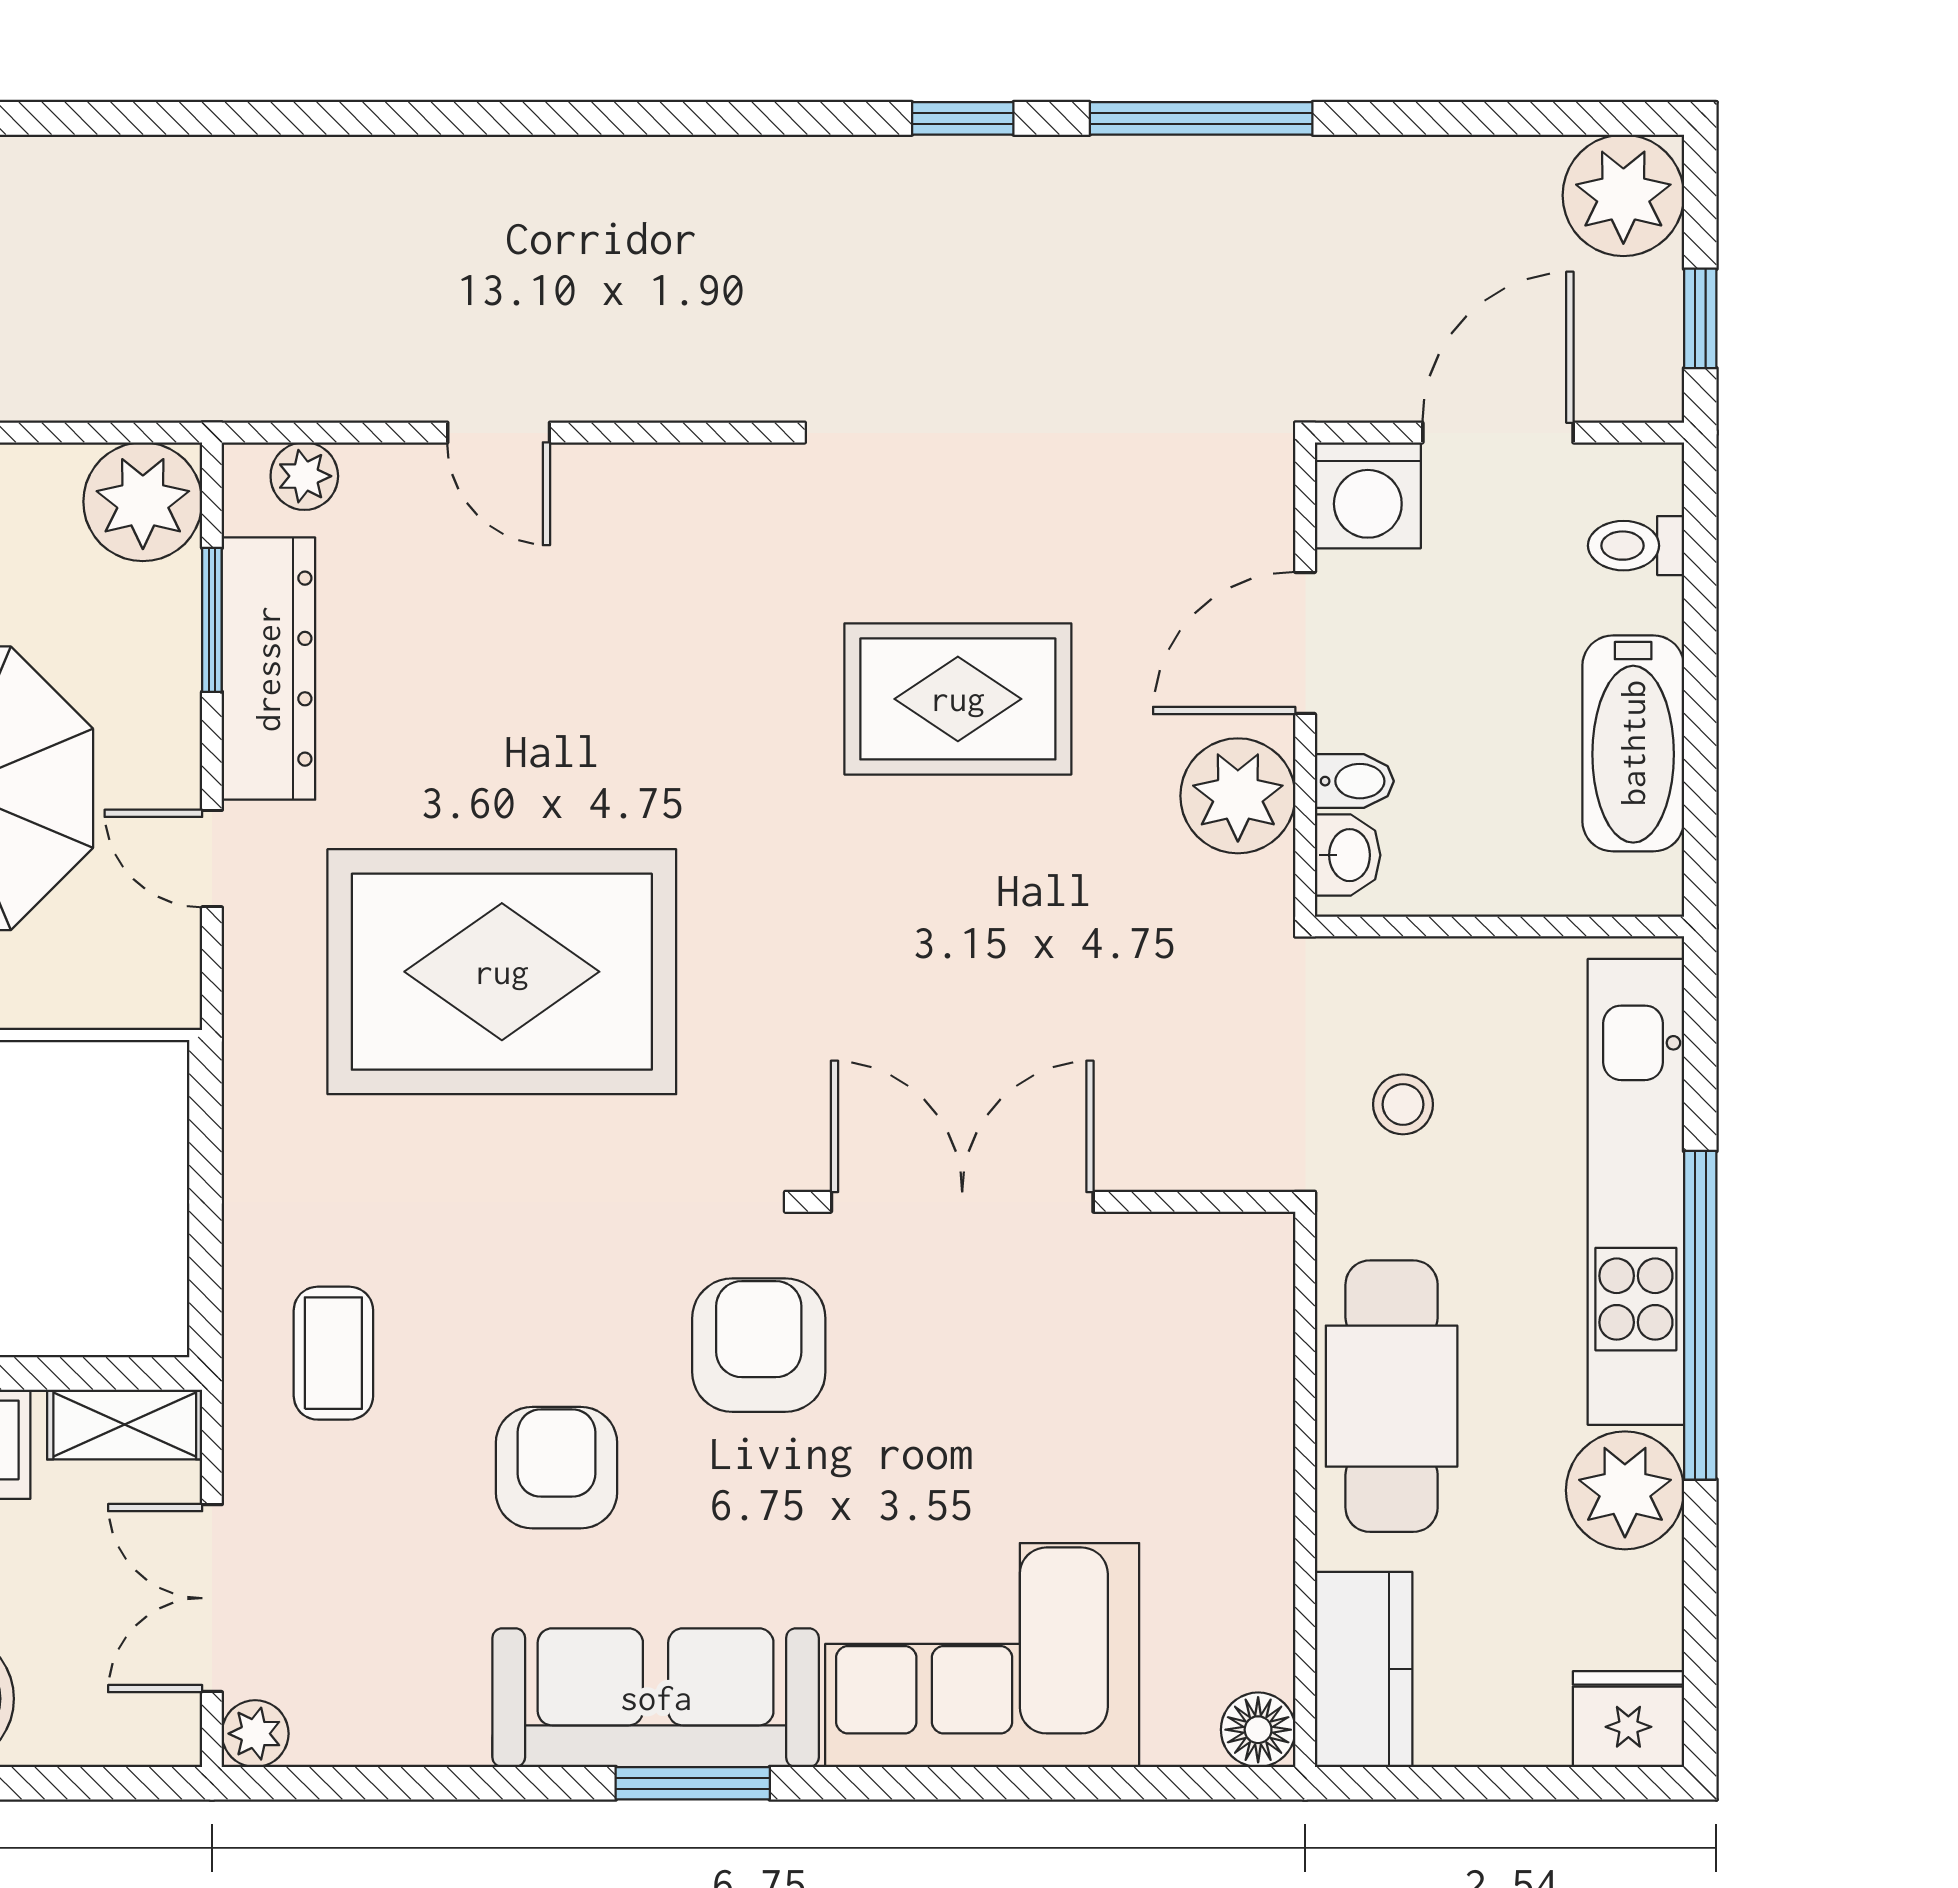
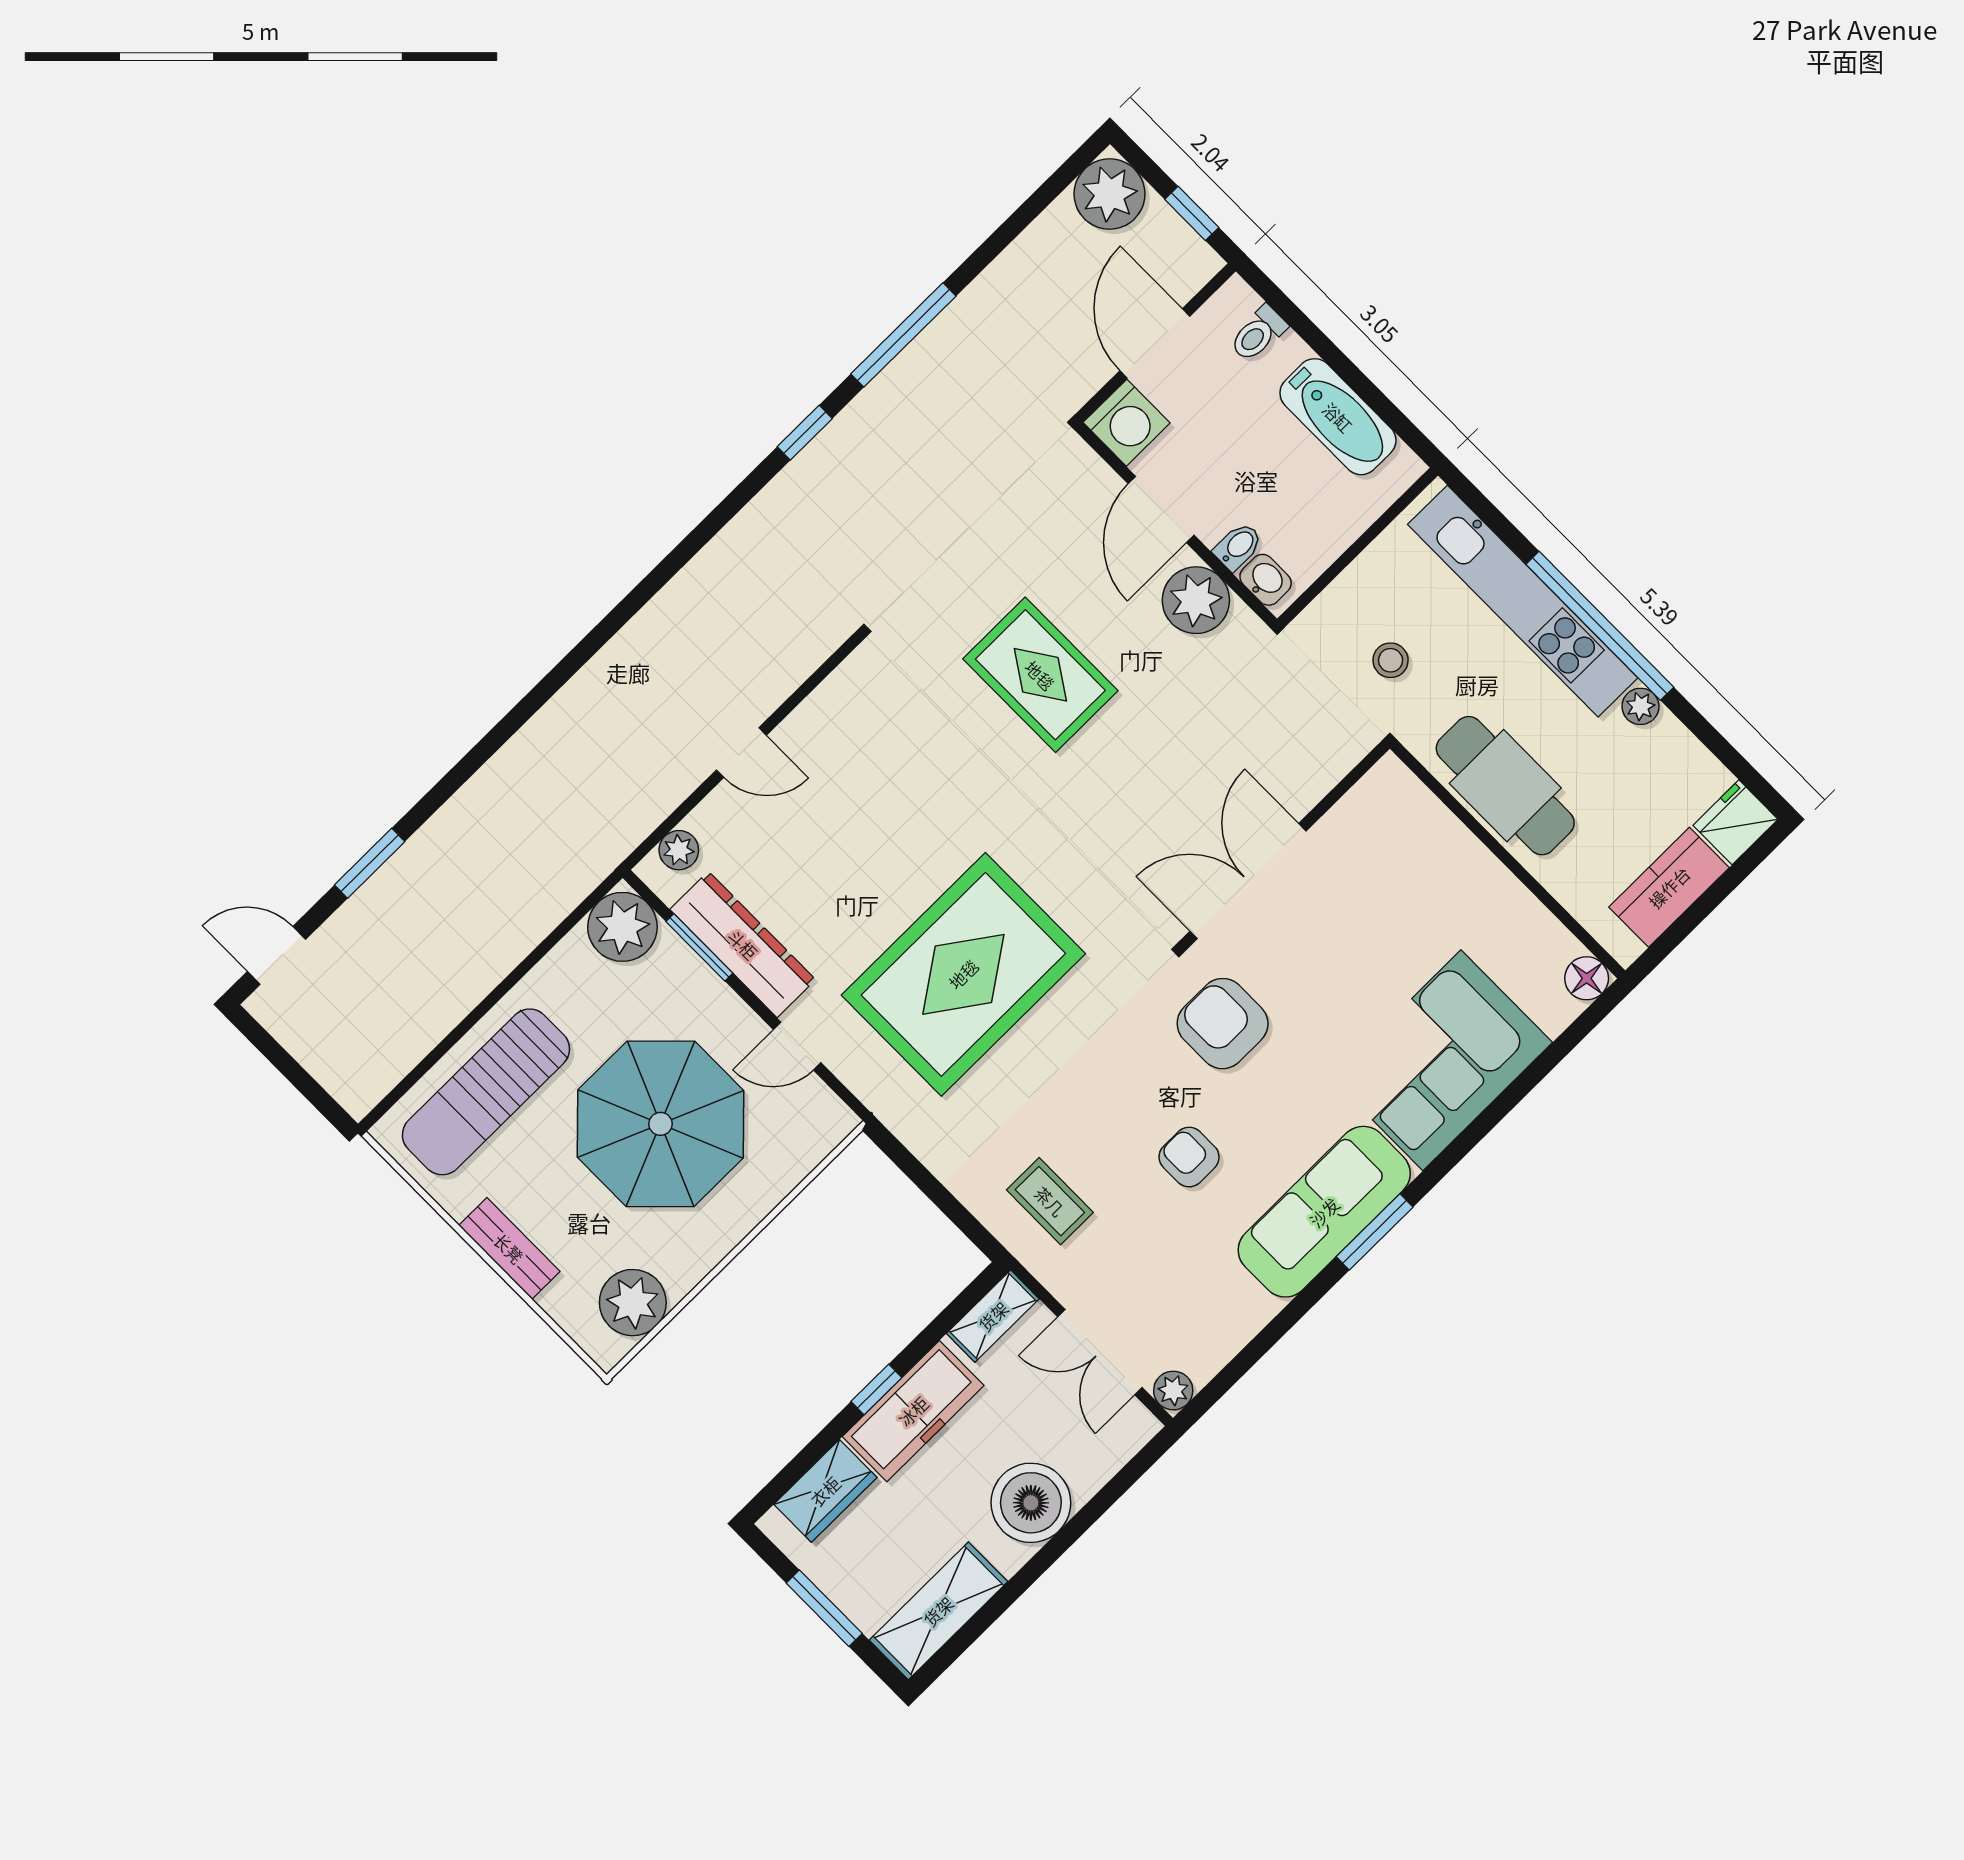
rug: (958, 699) -> (1040, 675), turned 90
armchair: (556, 1468) -> (1189, 1157), width x0.72, depth x0.72
plant: (1625, 1490) -> (1641, 706), width x0.53, depth x0.53
kitchen counter: (1364, 1669) -> (1669, 887), moved, turned -90

